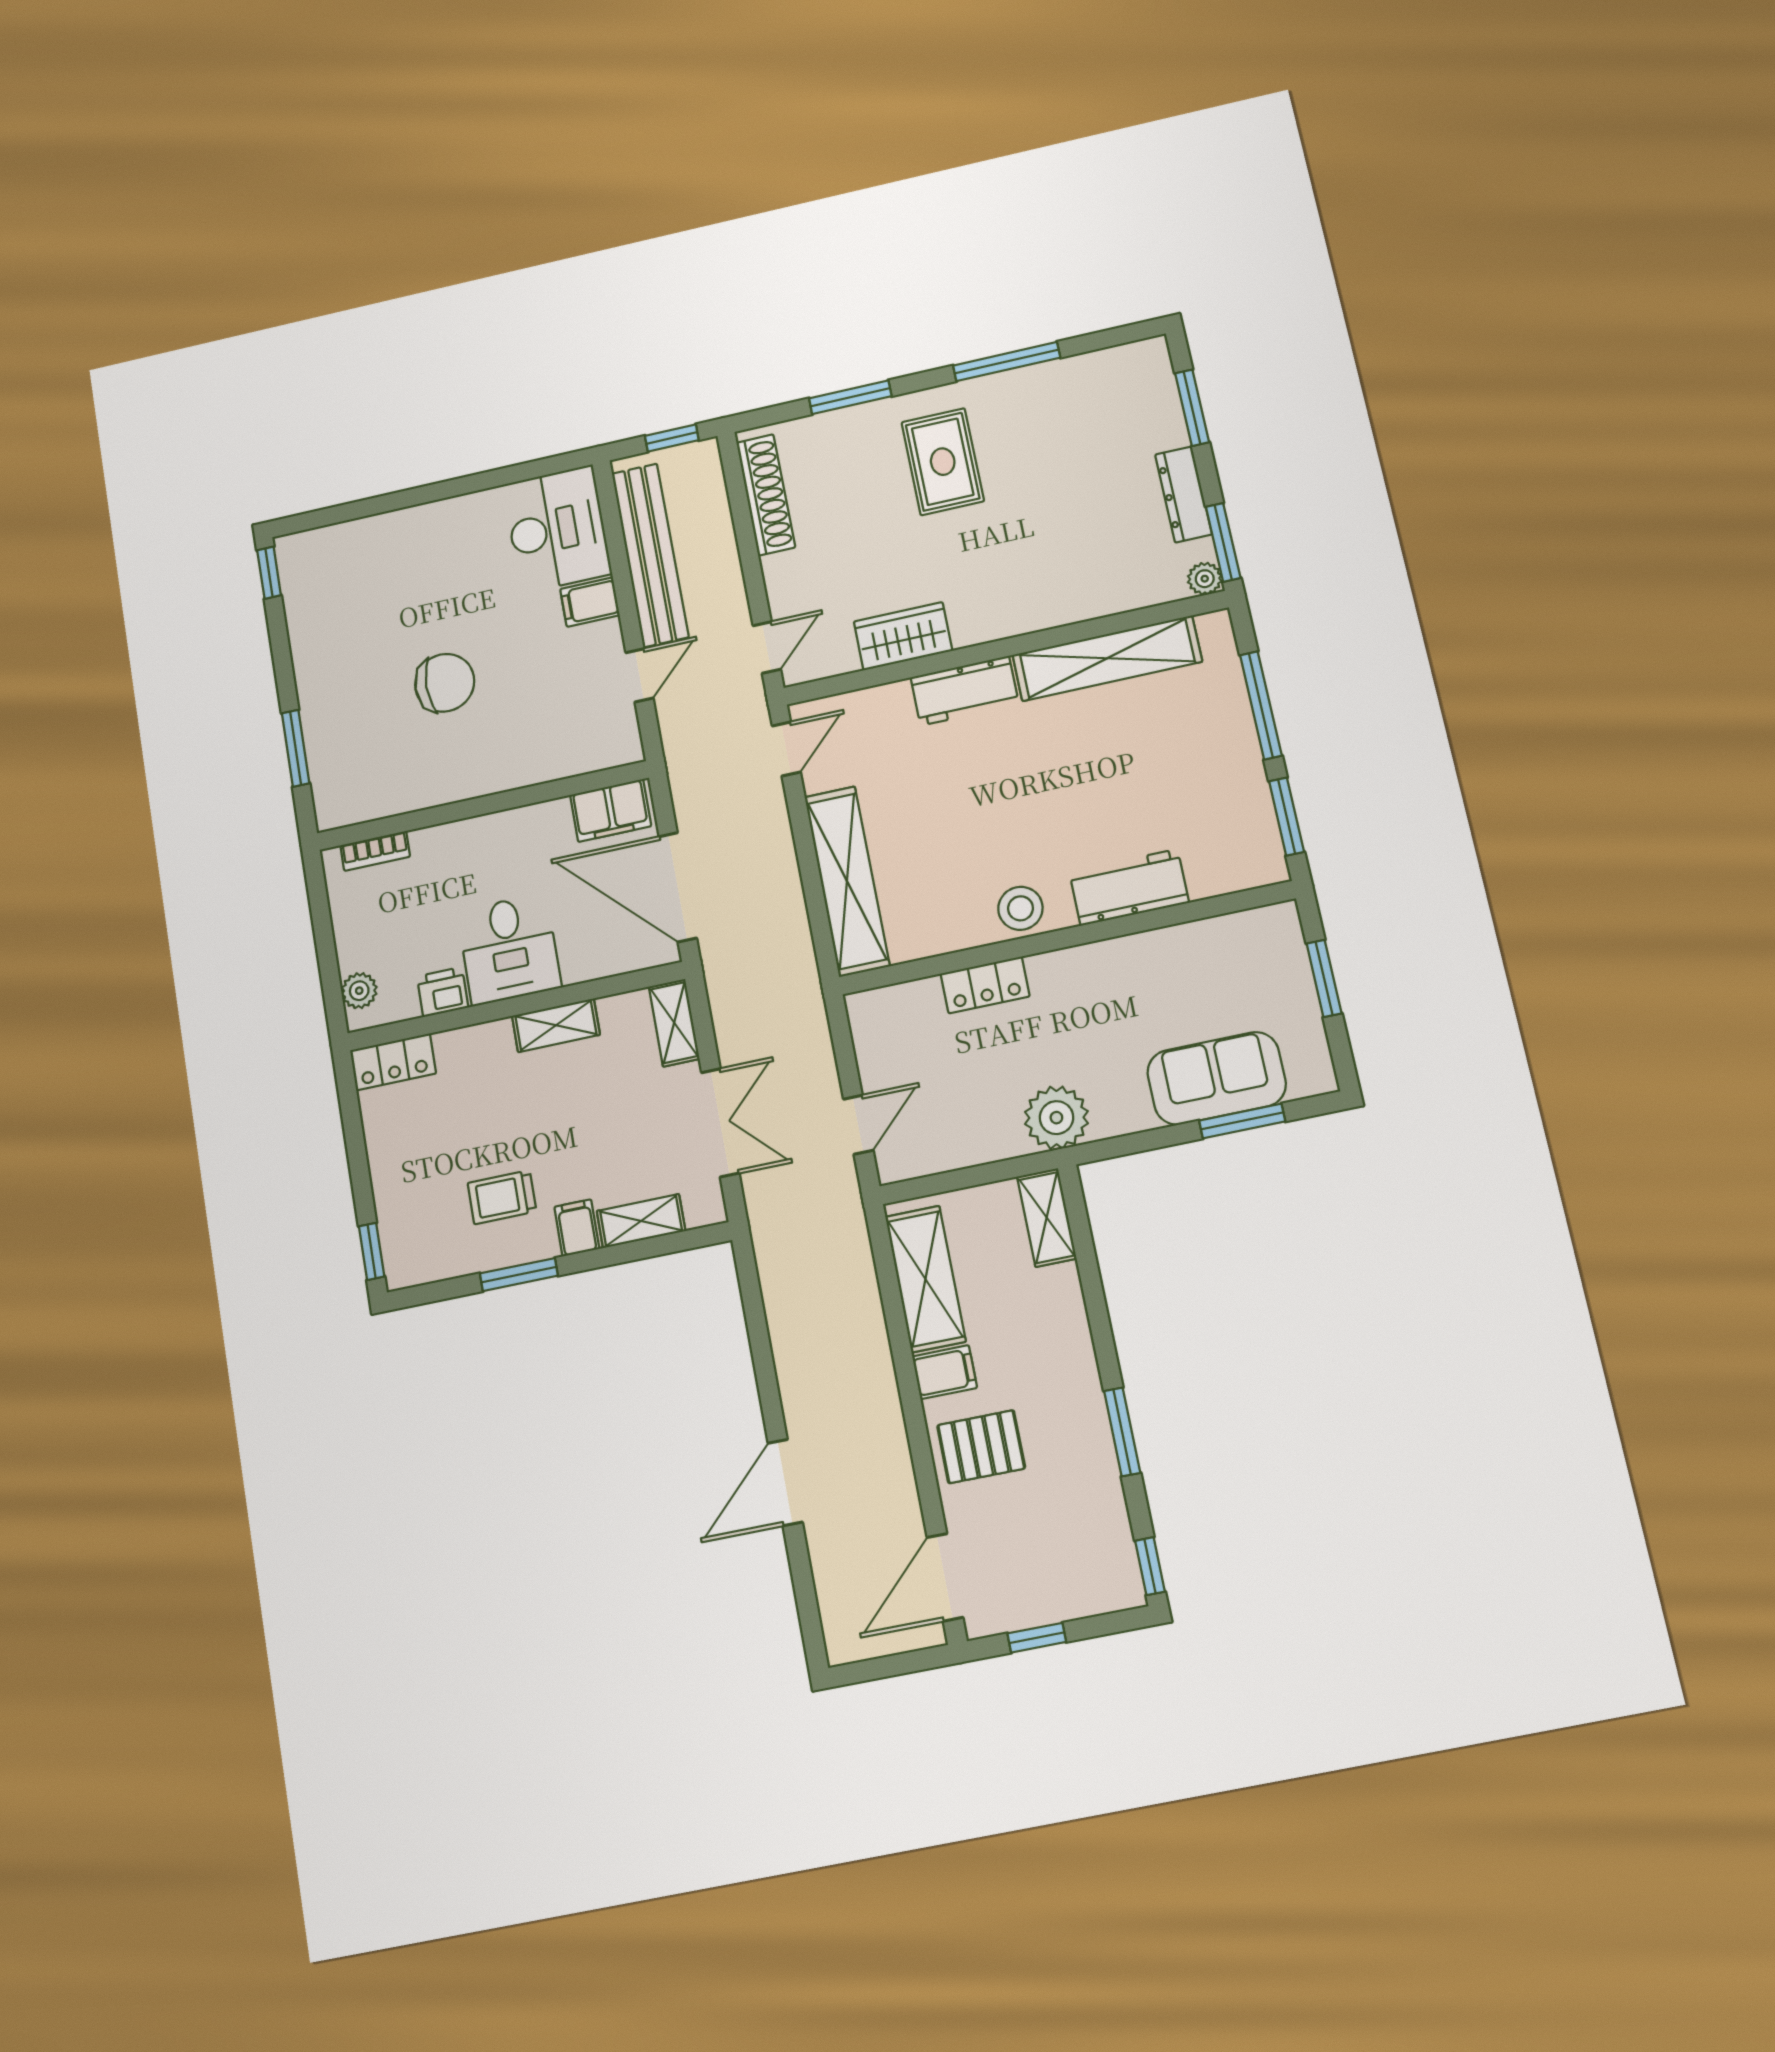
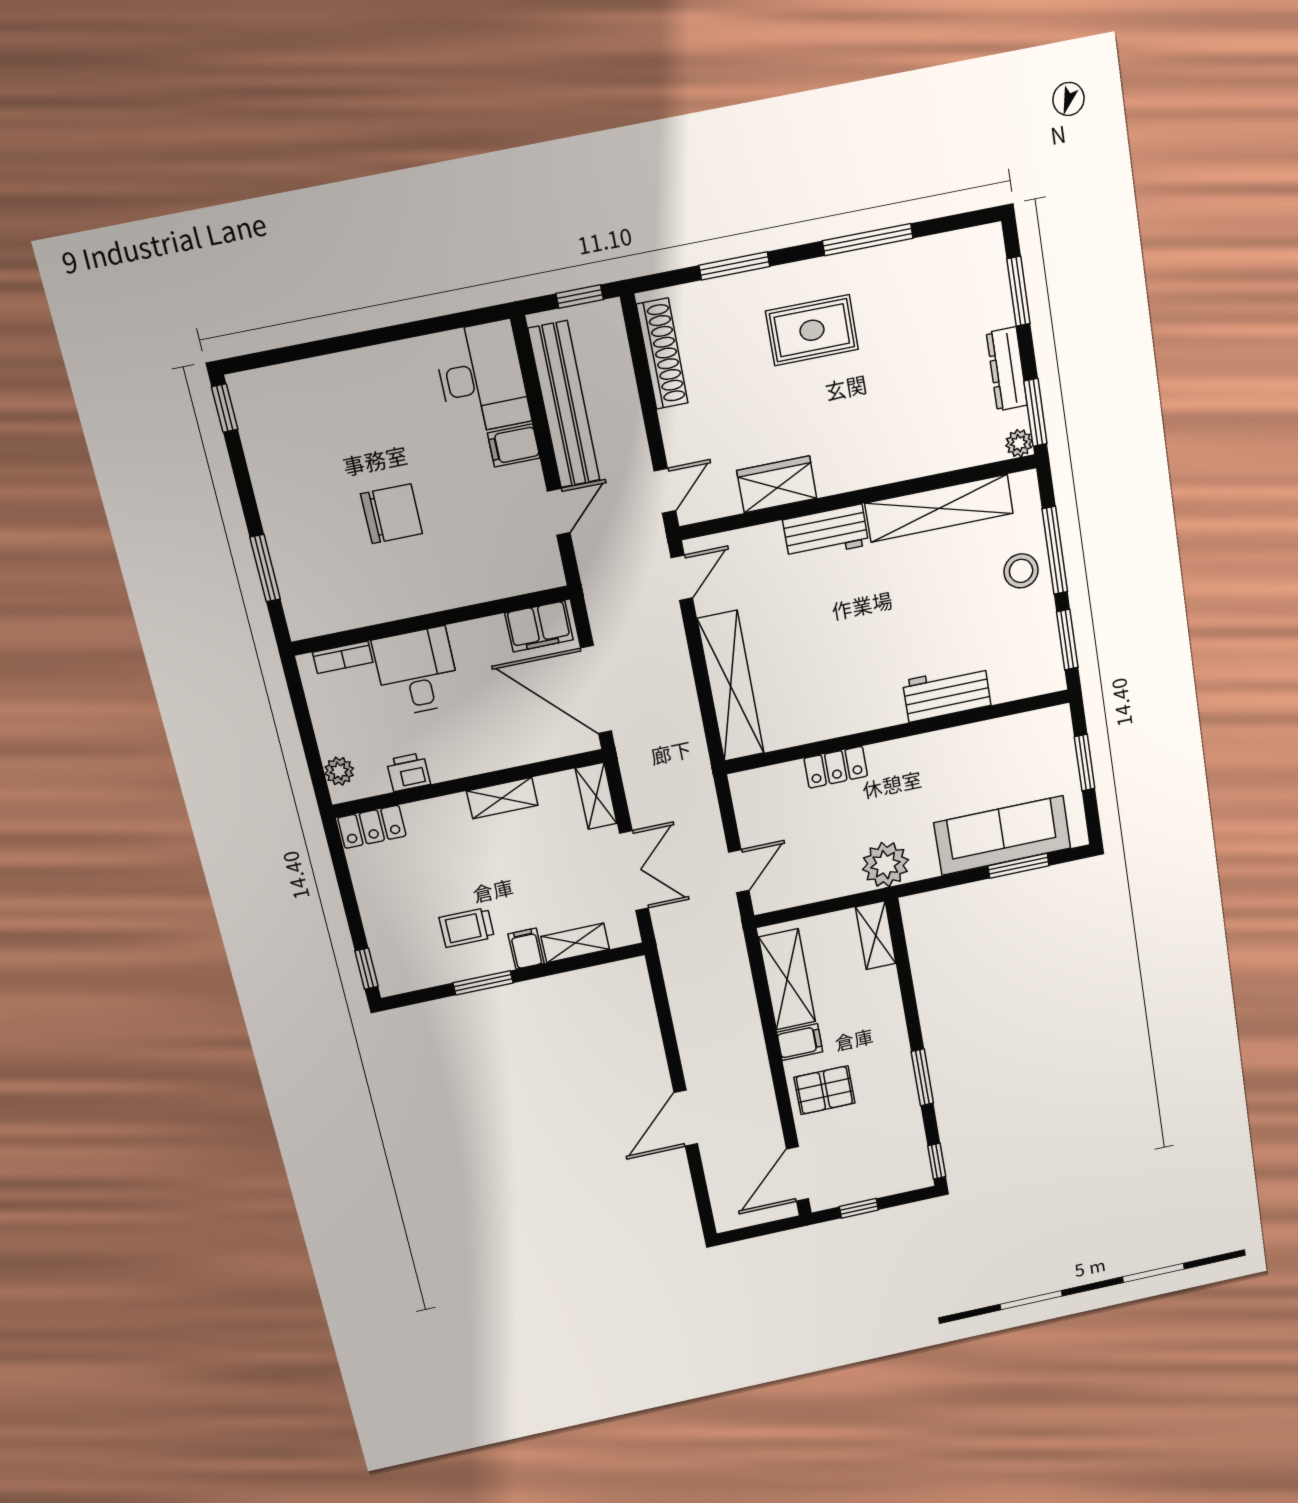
rug: (943, 462) -> (812, 330), turned 90
stool: (1020, 908) -> (1021, 571), moved
desk: (509, 949) -> (417, 672), moved, turned 180
sofa: (1217, 1078) -> (1002, 836), width x1.36

